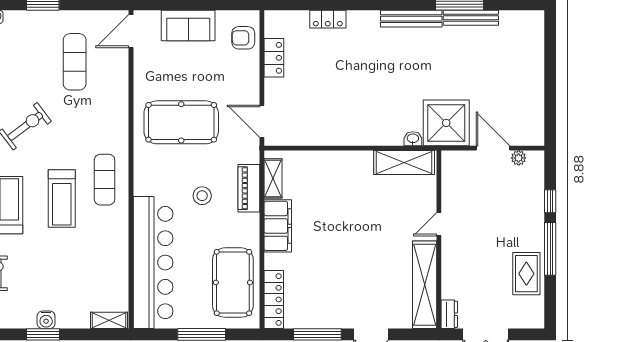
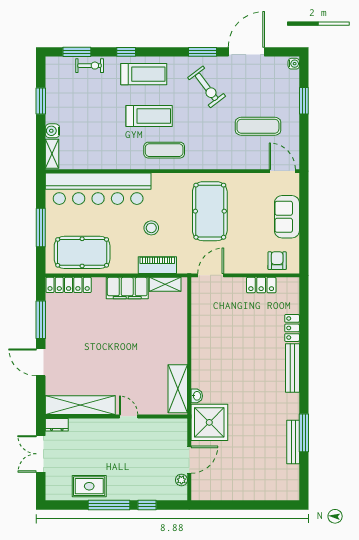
bench: (411, 19) -> (292, 368), moved
treadmill: (62, 198) -> (149, 116), turned 180
water cooler: (46, 320) -> (52, 131), moved

